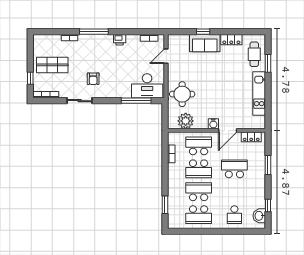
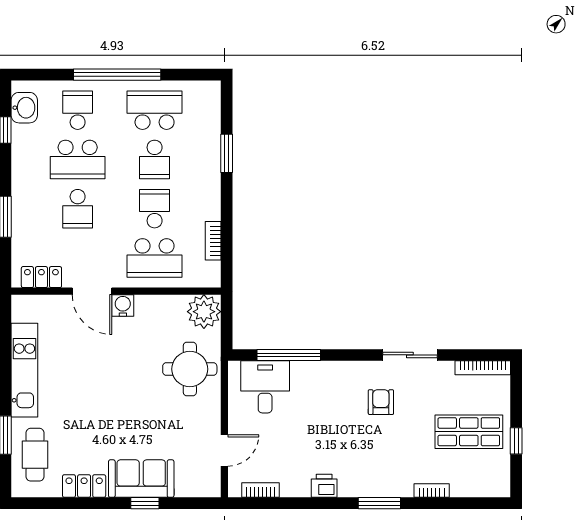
window: (94, 32) -> (379, 503), width x0.69
window: (30, 78) -> (516, 441), moved
desk: (147, 86) -> (265, 387), width x0.73
plant: (186, 121) -> (204, 312), moved
door: (228, 130) -> (92, 291), swing flipped
school desk: (199, 169) -> (155, 209), width x0.54
school desk: (234, 169) -> (78, 209), width x0.54
school desk: (199, 192) -> (155, 159), width x0.54
school desk: (234, 192) -> (78, 159), added
window: (165, 205) -> (227, 153), moved
window: (216, 231) -> (117, 75), added

